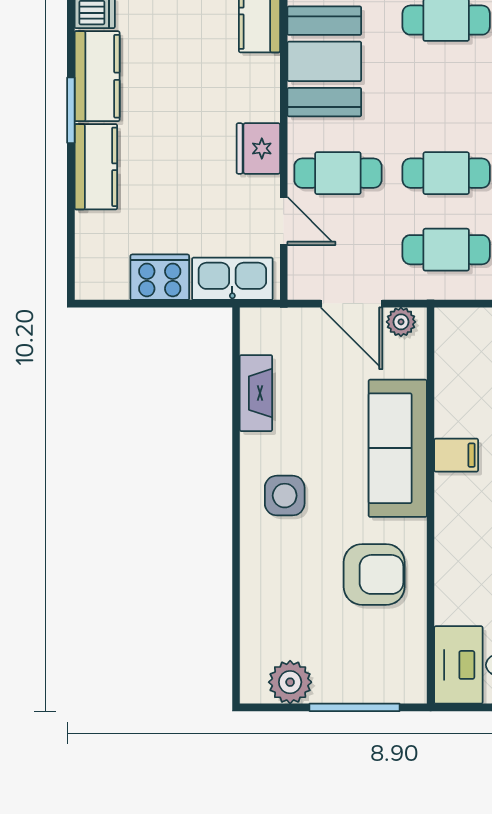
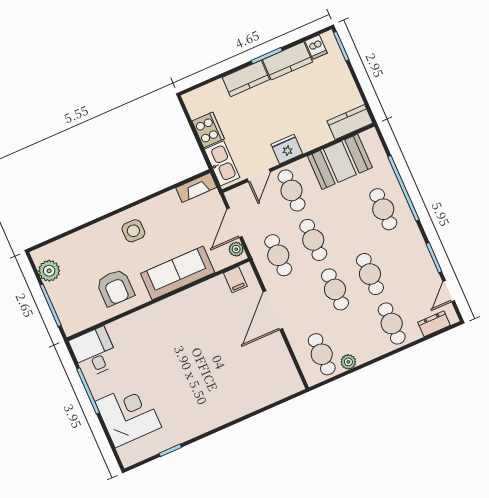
fireplace: (256, 393) -> (196, 188), moved
filing cabinet: (456, 455) -> (235, 280), moved

